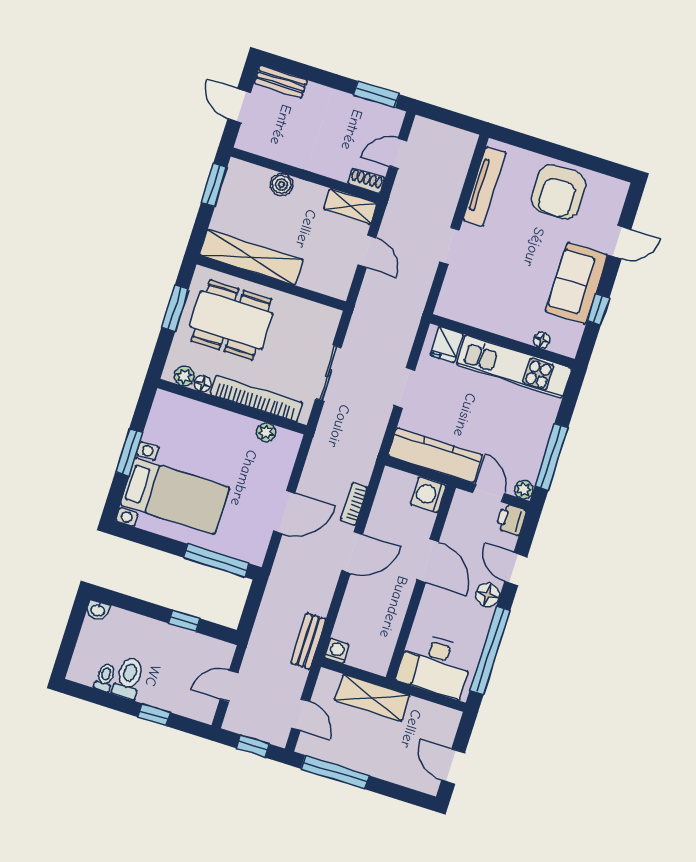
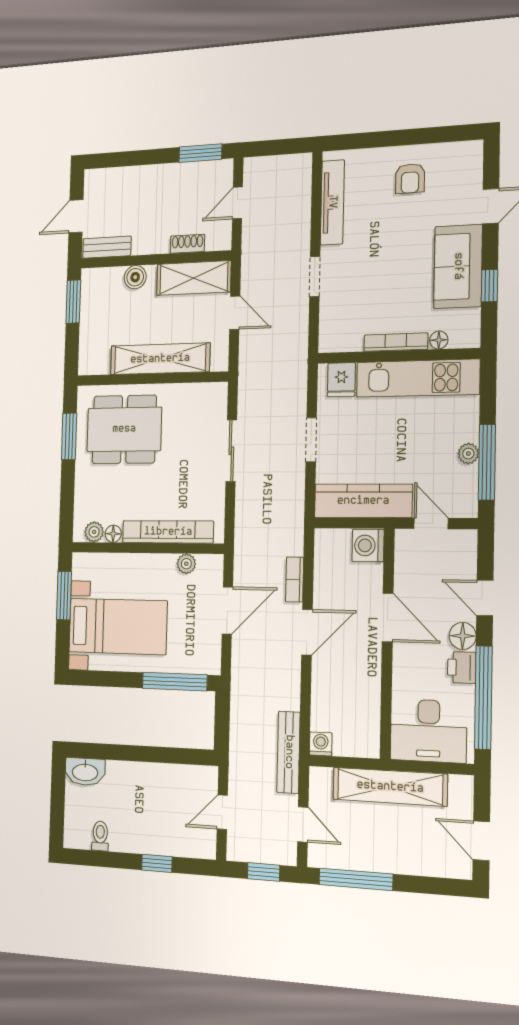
bench: (281, 82) -> (107, 247), moved
door: (239, 106) -> (76, 216), hinge flipped
shoe rack: (366, 181) -> (187, 244), moved
armchair: (558, 192) -> (410, 178), width x0.53, depth x0.53
shelving: (350, 206) -> (194, 278), width x1.50, depth x1.33
shelving: (251, 257) -> (160, 359), moved
bookcase: (504, 329) -> (396, 342), added
plant: (184, 376) -> (94, 532), moved
floor lamp: (203, 384) -> (113, 534), moved
bookcase: (256, 398) -> (168, 532), moved
wall: (232, 407) -> (147, 548), moved
plant: (266, 432) -> (186, 564), moved
plant: (524, 489) -> (468, 454), moved
printer: (511, 519) -> (462, 668), moved
washbasin: (98, 610) -> (85, 772), width x1.91, depth x1.45
window: (184, 621) -> (160, 755), removed
bench: (308, 641) -> (289, 752), width x1.36
toilet: (128, 678) -> (122, 830), removed
shelving: (372, 698) -> (390, 787), width x1.47

